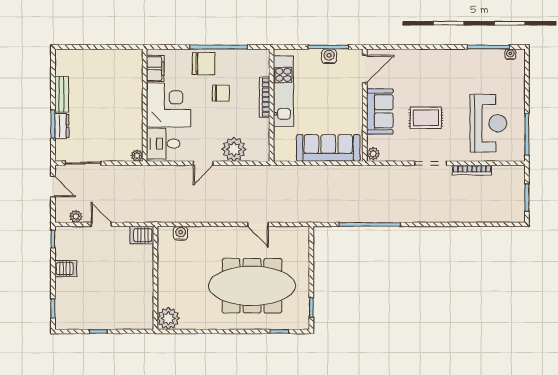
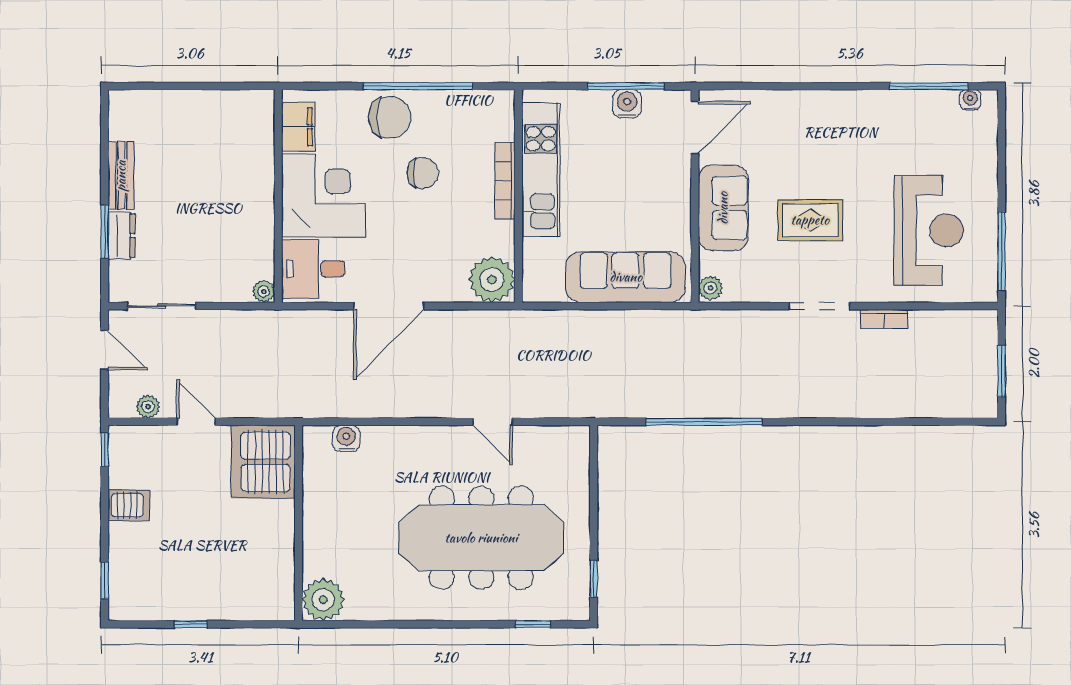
plant: (234, 149) -> (492, 279), moved
door: (203, 163) -> (389, 306), width x1.88
bookcase: (472, 170) -> (884, 319), width x0.64
server rack: (142, 235) -> (263, 462), width x2.18, depth x1.44

